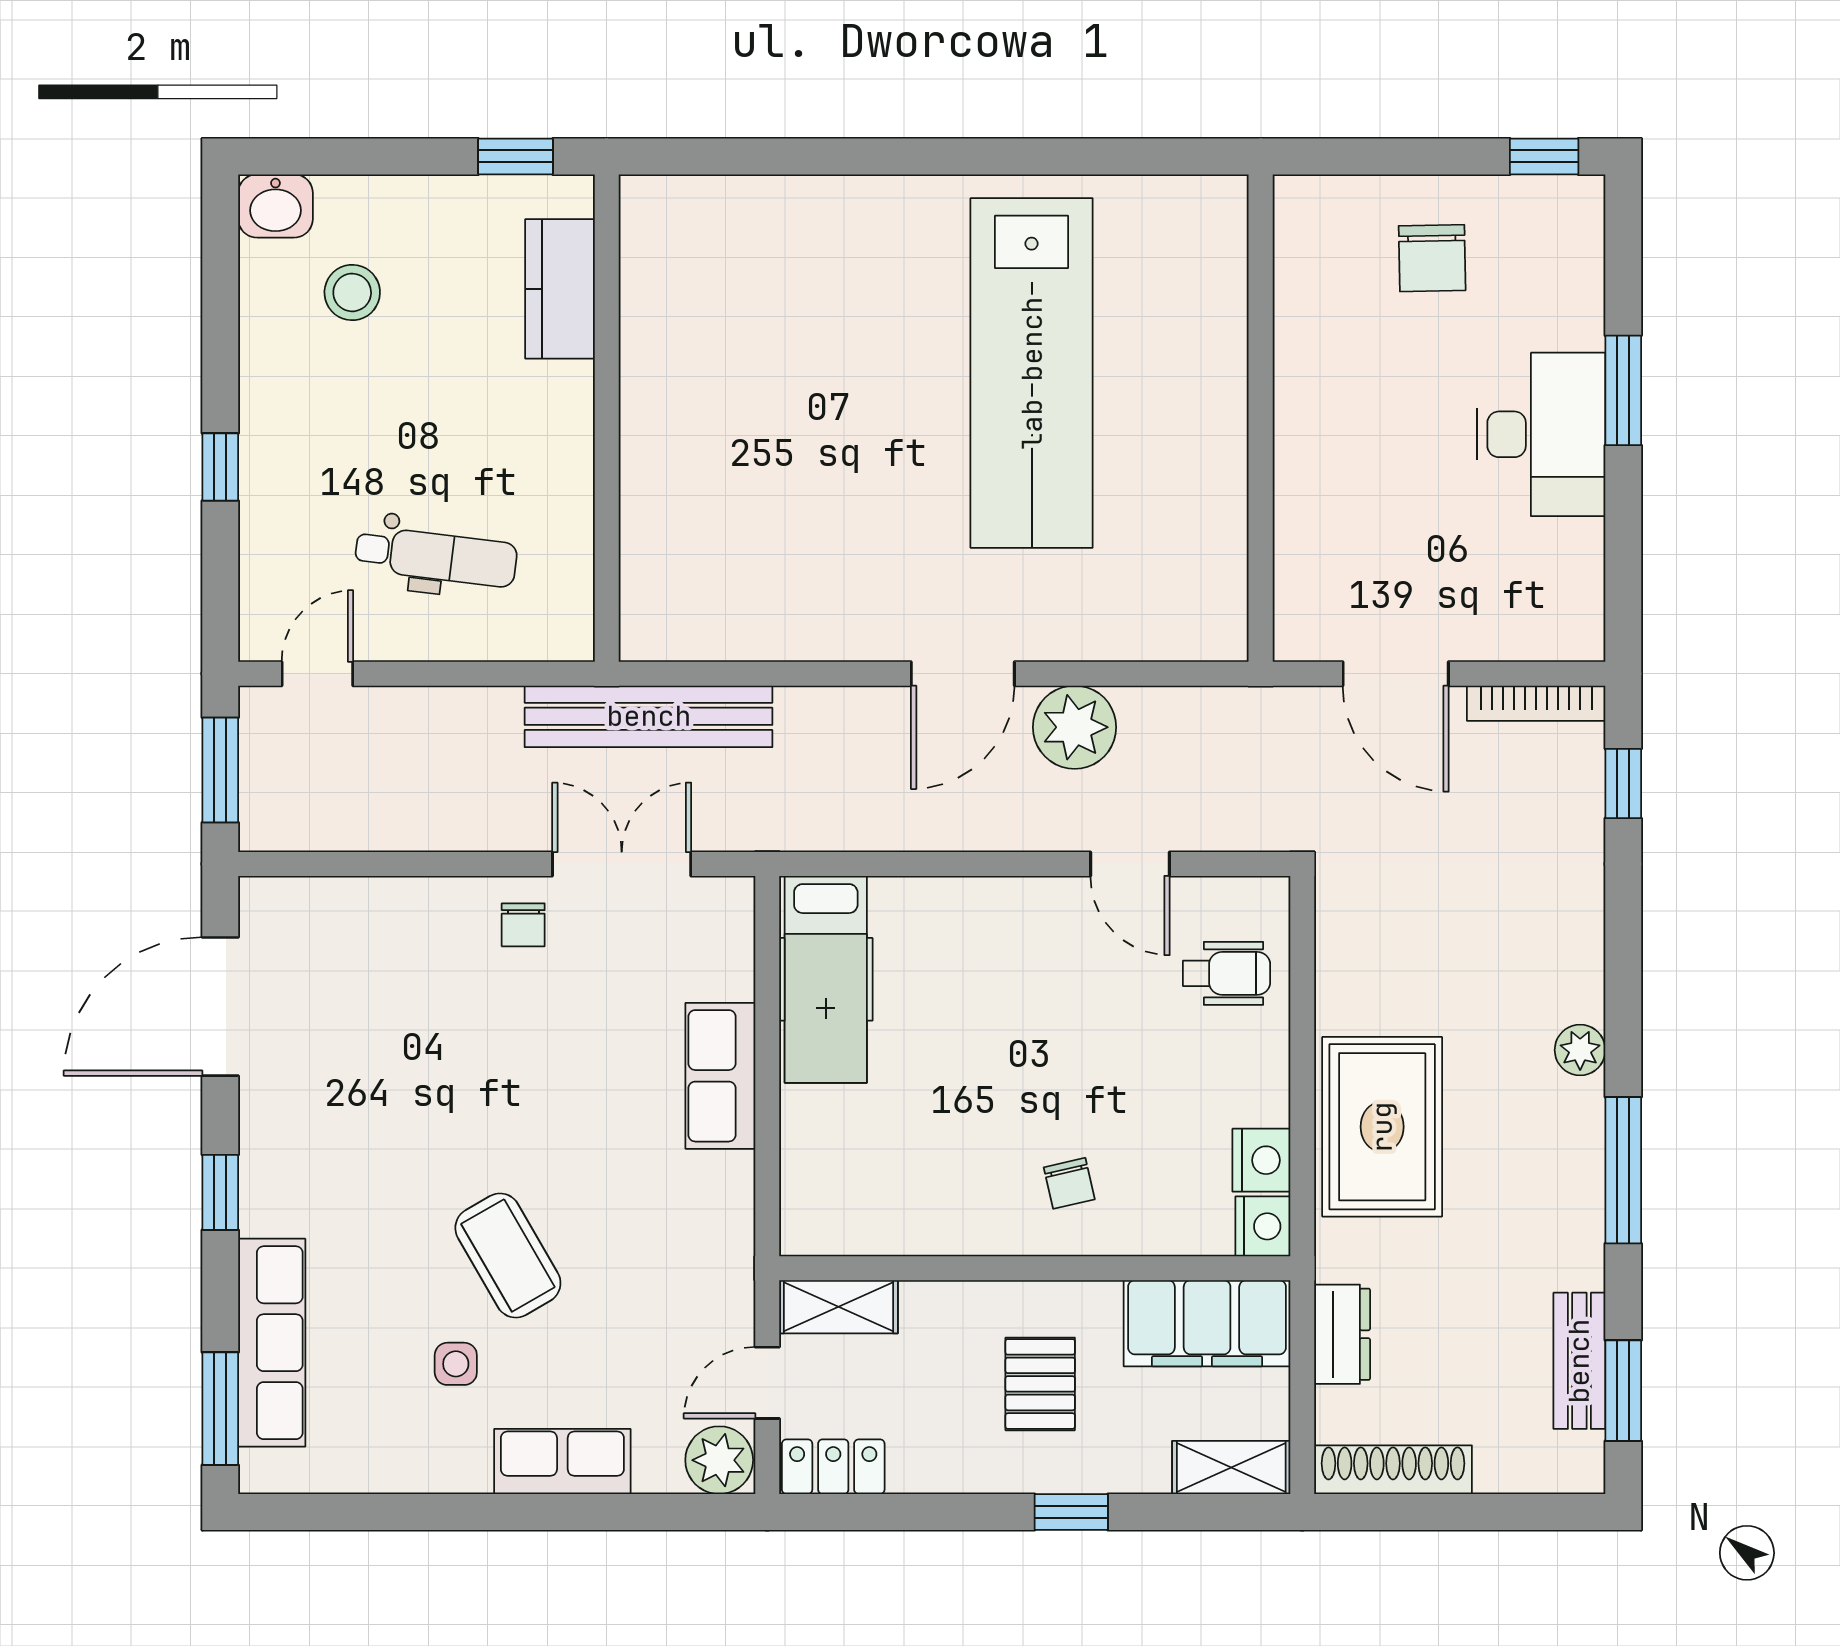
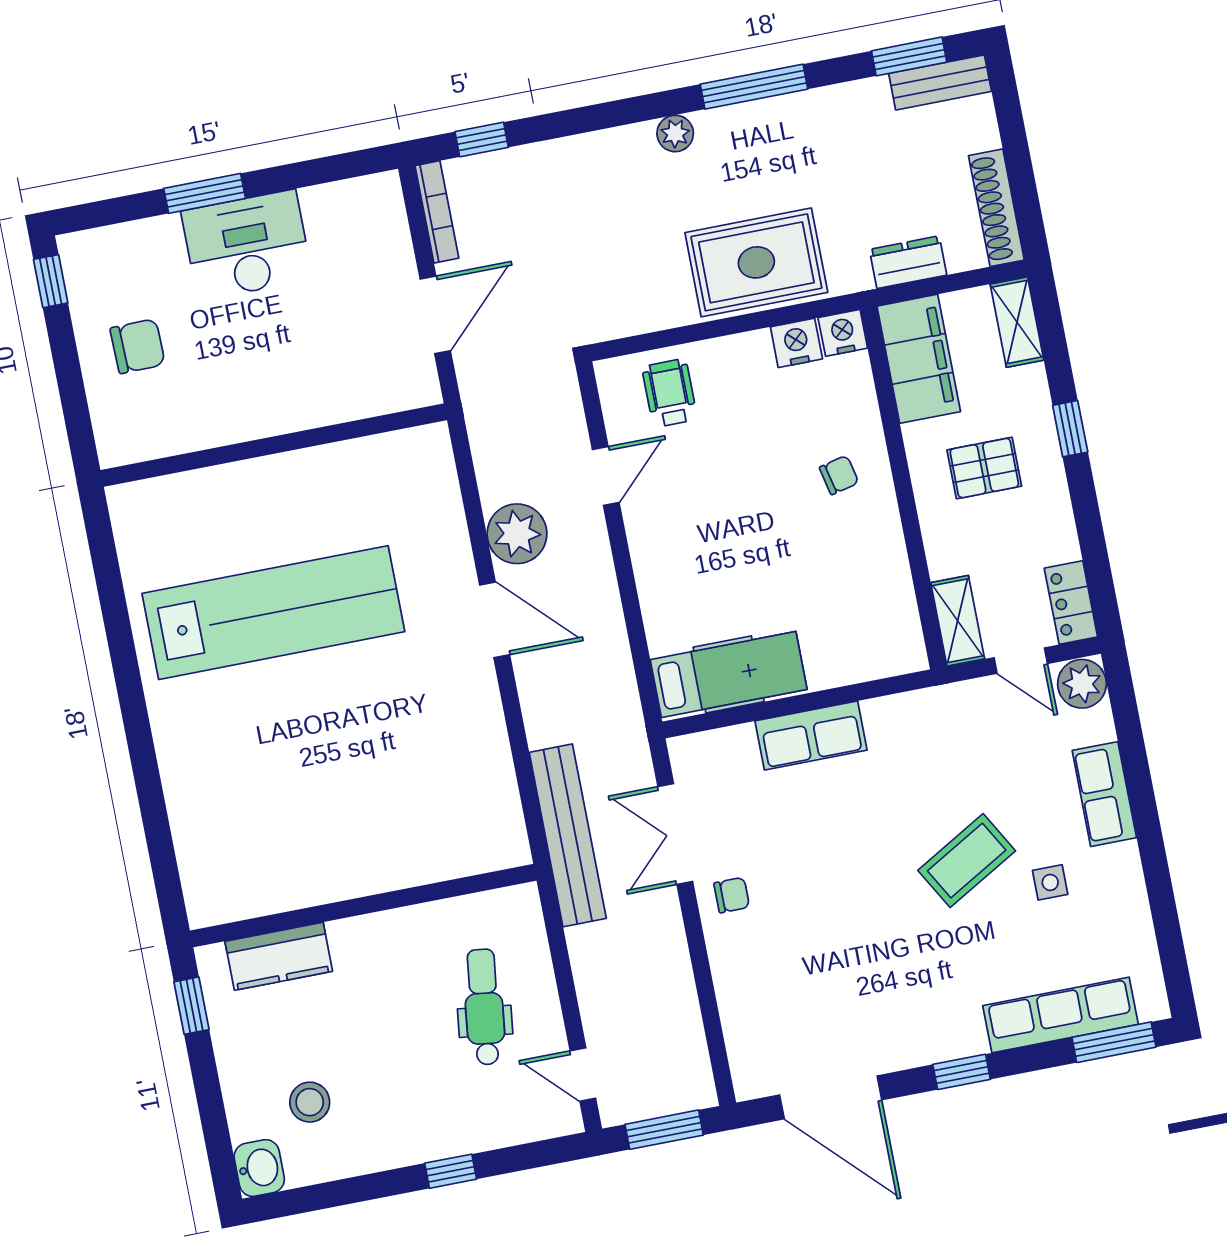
bench: (1579, 1361) -> (940, 82), moved

